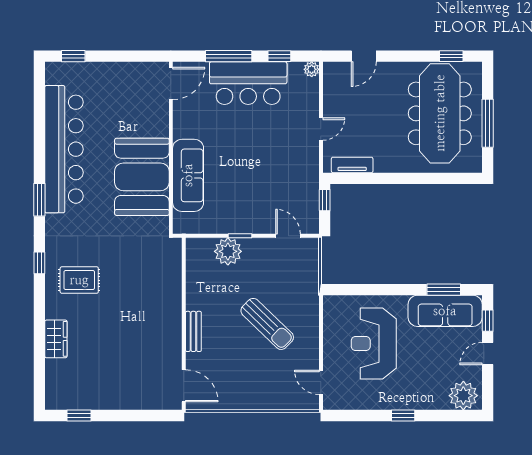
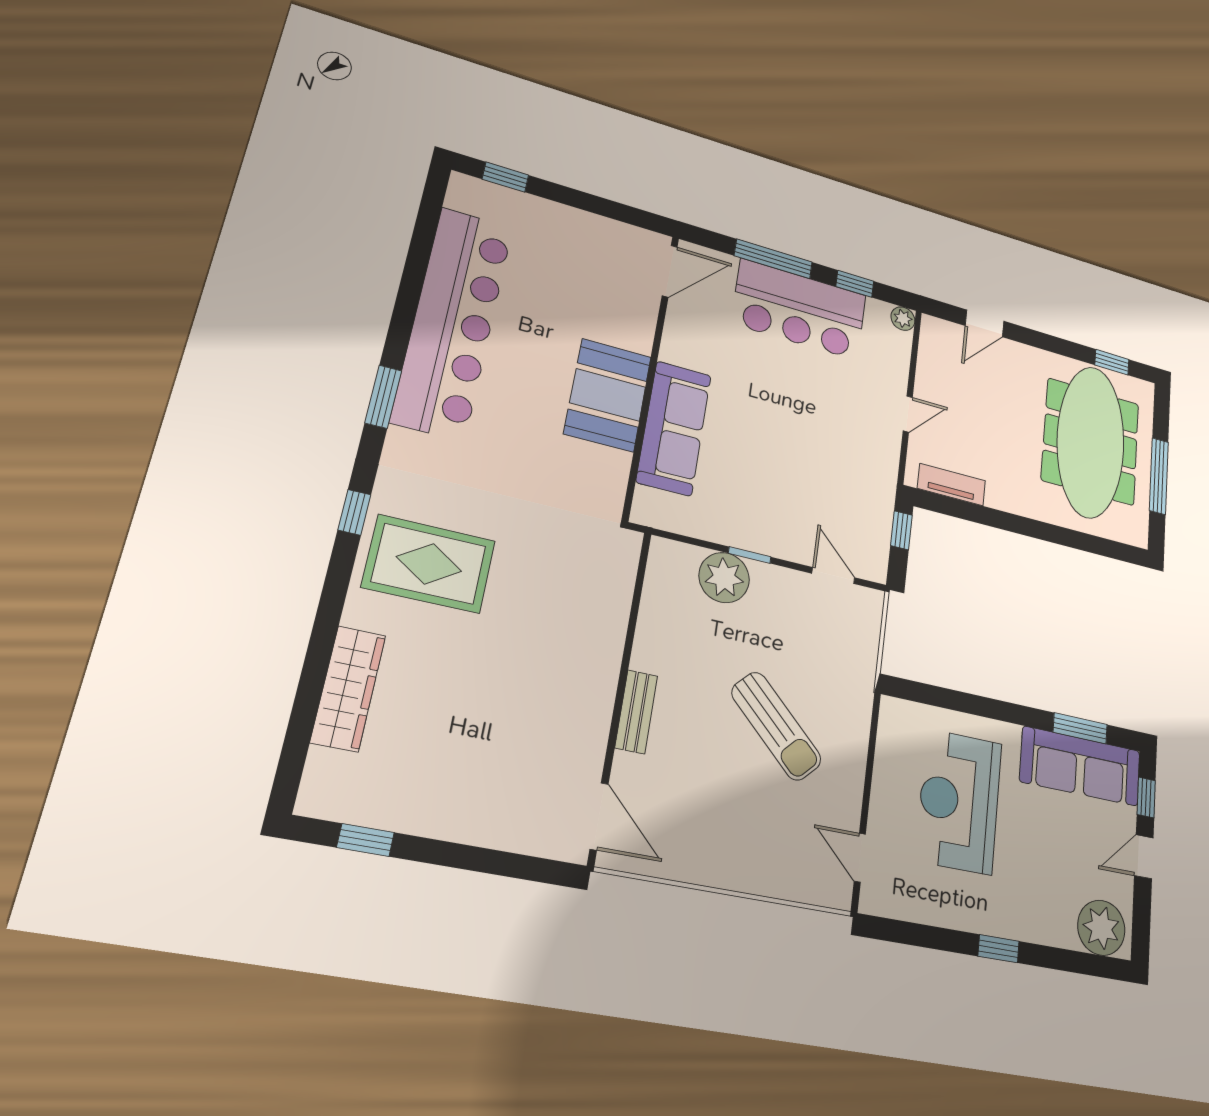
booth: (142, 177) -> (608, 395), width x0.73, depth x0.70
rug: (79, 280) -> (429, 564), width x1.36, depth x1.43
wardrobe: (56, 339) -> (348, 688), width x1.50

